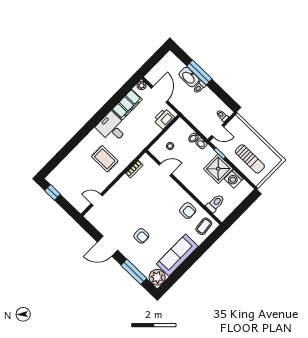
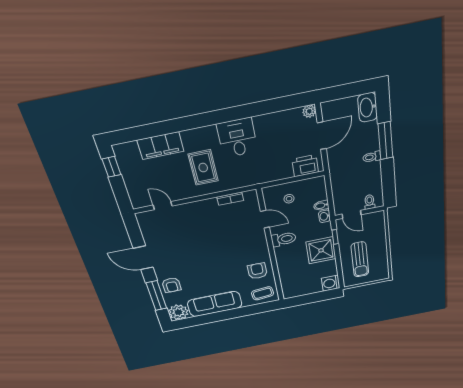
washbasin: (189, 77) -> (368, 107), moved
filing cabinet: (127, 104) -> (161, 146), moved
washing machine: (234, 179) -> (331, 283), moved
toilet: (215, 203) -> (284, 239), moved
armchair: (188, 211) -> (257, 271), turned 180
armchair: (141, 236) -> (172, 285), moved

